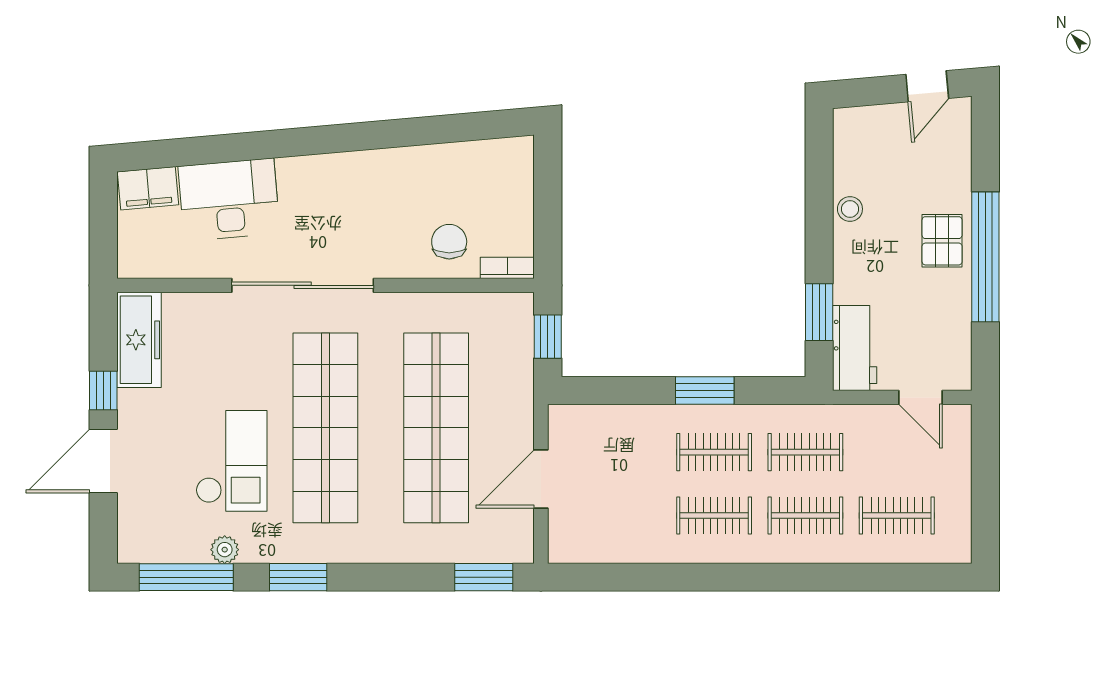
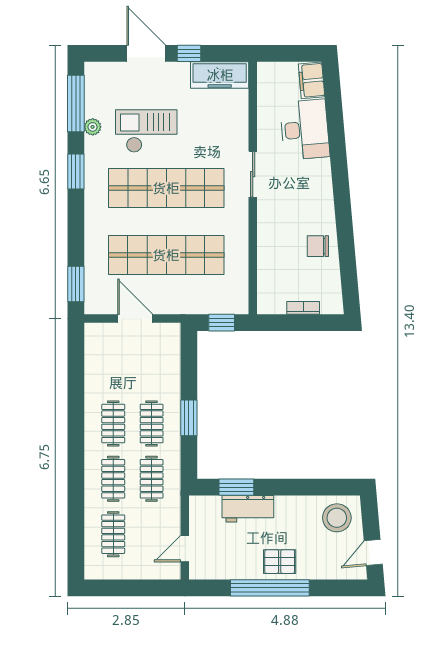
door: (927, 86) -> (373, 553), hinge flipped
stool: (850, 209) -> (337, 518), moved, width x1.89, depth x1.89
chair: (449, 242) -> (318, 246), moved, turned 180
bookcase: (507, 268) -> (303, 308), moved, turned -90
sliding door: (303, 285) -> (253, 174), width x0.54
workbench: (855, 348) -> (248, 509), moved
checkout: (231, 461) -> (146, 131), turned 180

